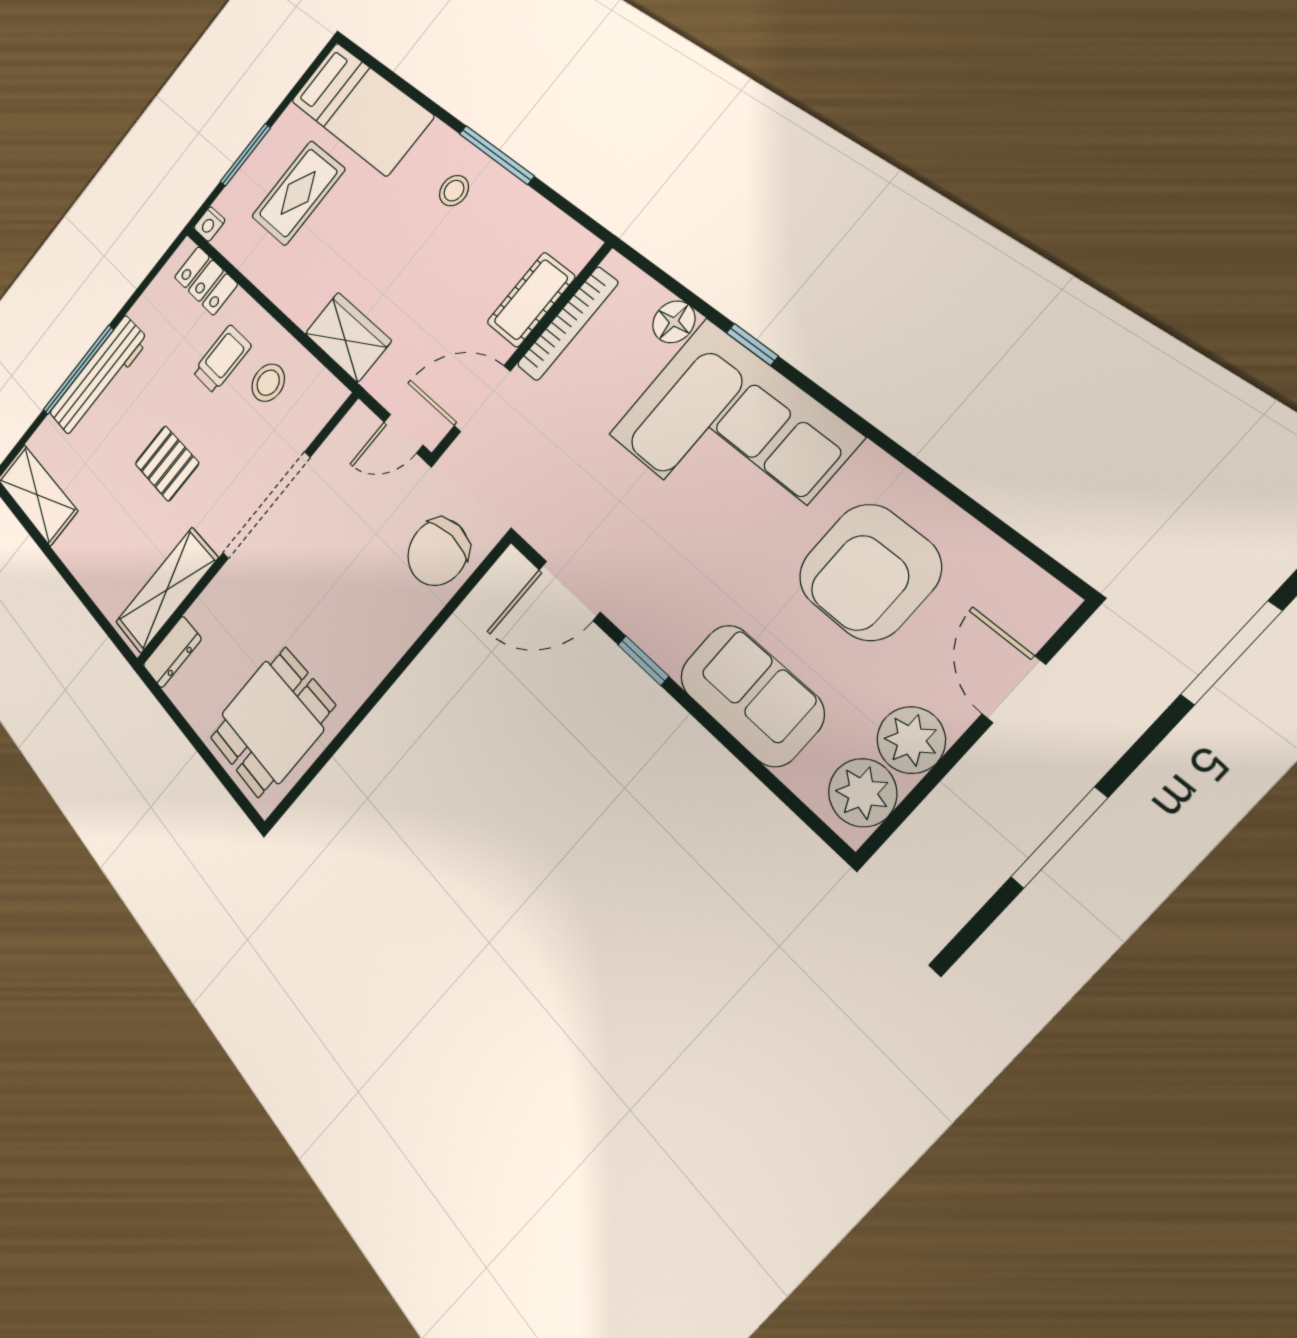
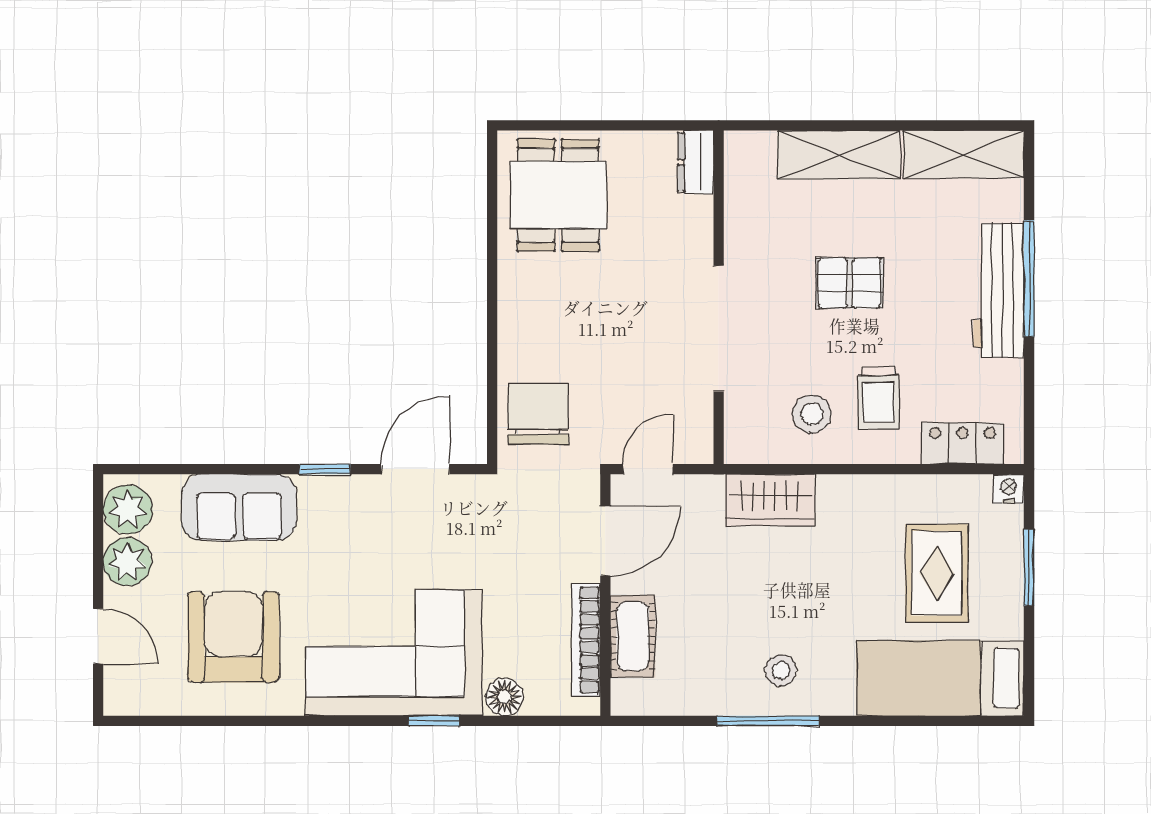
shelving: (167, 590) -> (839, 155), moved, turned 90

